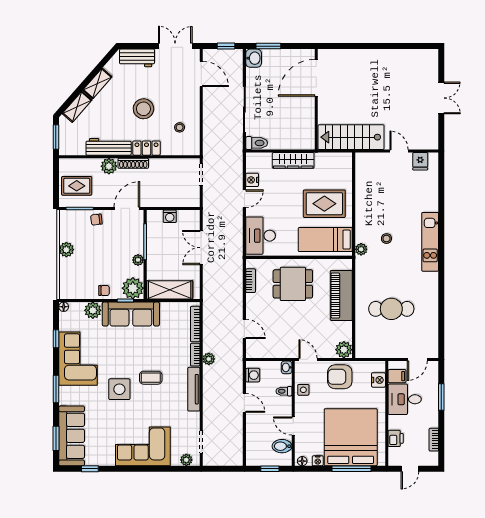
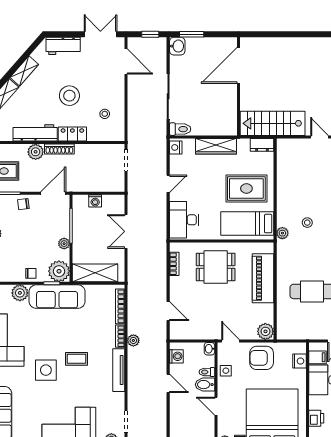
dresser: (340, 159) -> (262, 145), added
nightstand: (252, 180) -> (176, 147), moved
bidet: (282, 446) -> (205, 385), moved

